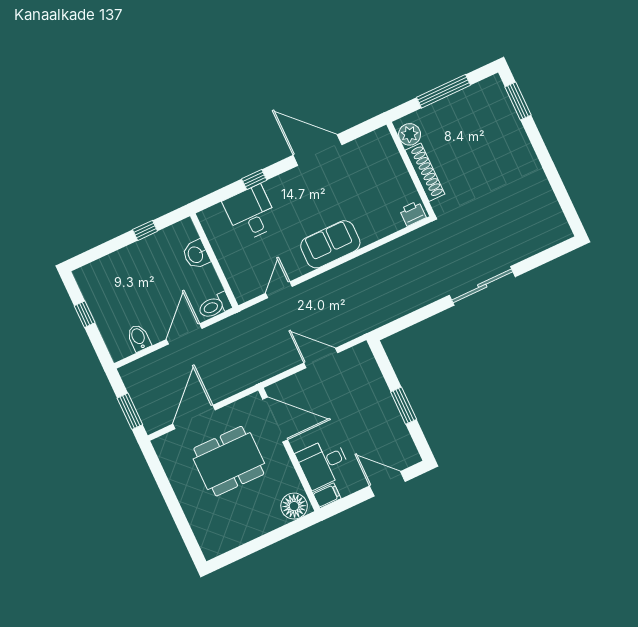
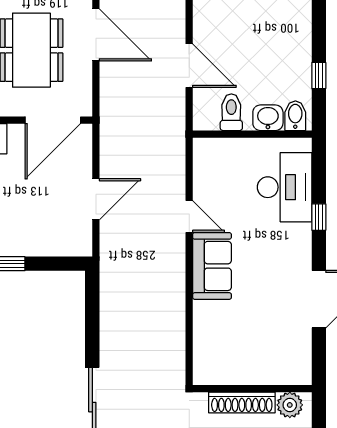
desk: (251, 213) -> (285, 187), width x1.37
printer: (413, 213) -> (204, 369), removed
door: (279, 290) -> (189, 216), moved
toilet: (215, 306) -> (231, 112), moved
bidet: (139, 338) -> (295, 116), moved, turned -90

